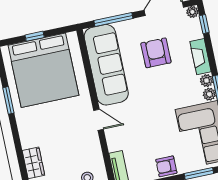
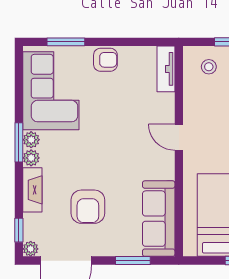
window: (113, 19) -> (133, 261), width x0.69
sofa: (106, 65) -> (159, 219), width x0.74, depth x0.79

